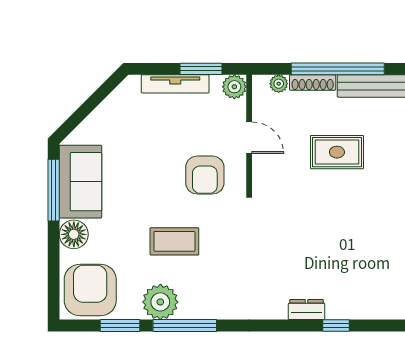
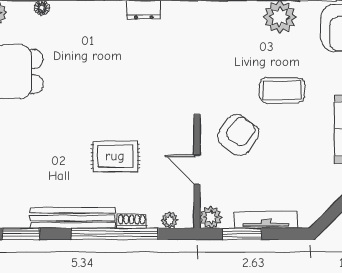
shoe rack: (313, 82) -> (132, 221), width x0.70
armchair: (205, 175) -> (238, 135), turned 37
coffee table: (174, 241) -> (282, 90), moved

